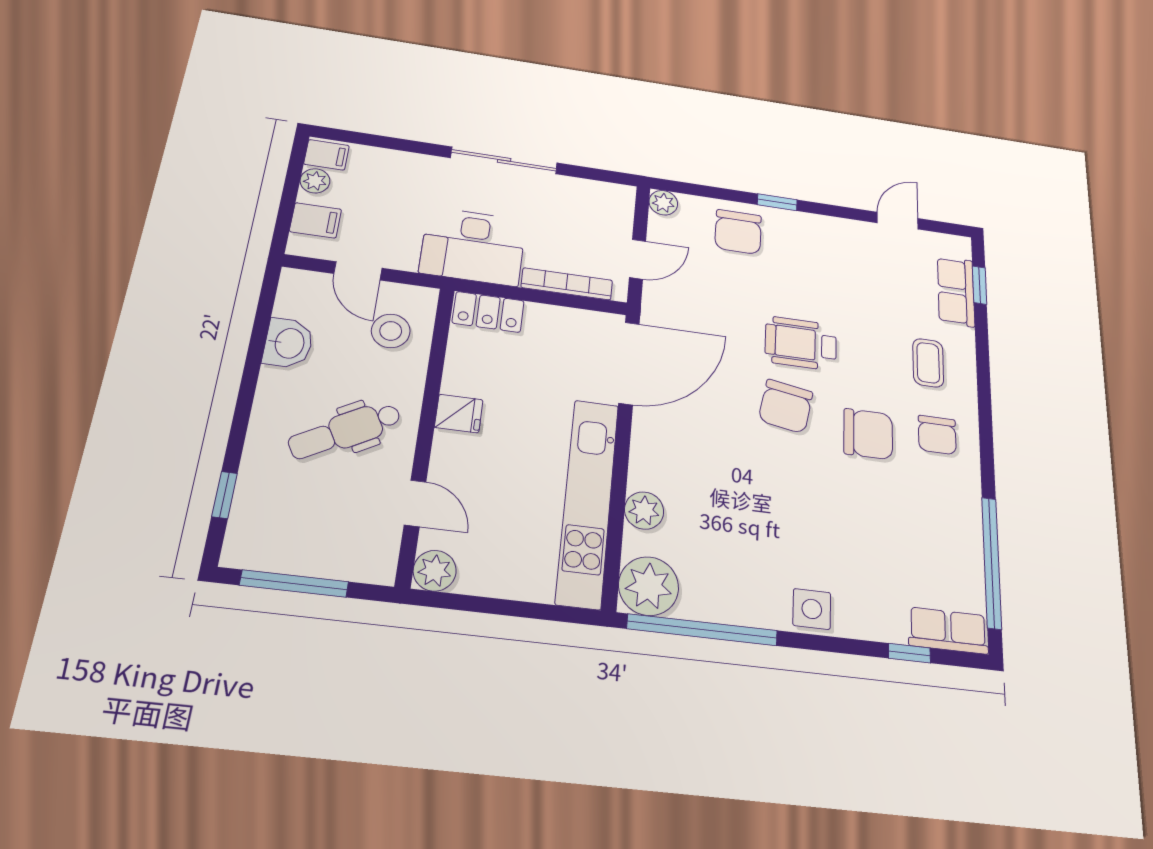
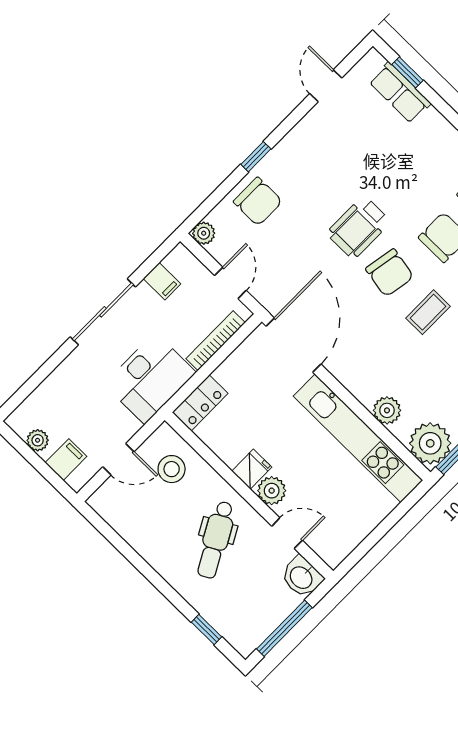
filing cabinet: (326, 155) -> (162, 281), moved, turned 90
washbasin: (288, 343) -> (302, 577), moved, turned 180
coffee table: (928, 363) -> (428, 312), moved, turned 90
plant: (435, 571) -> (272, 491), moved

